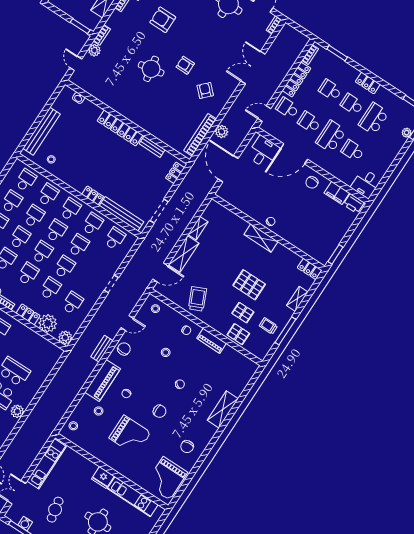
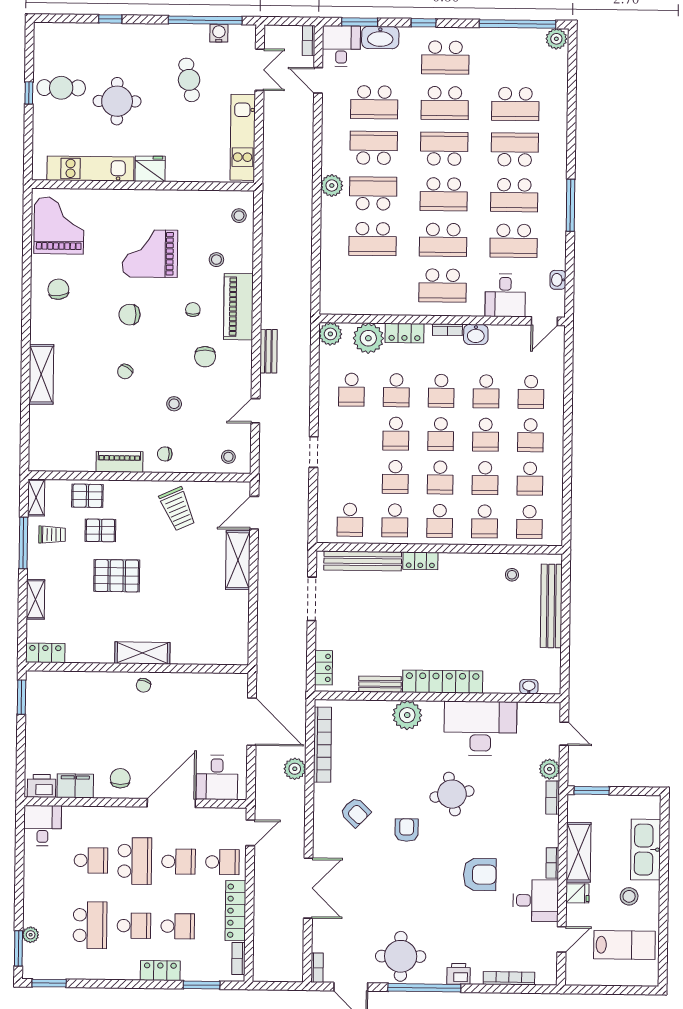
armchair: (185, 65) -> (407, 830), turned -90
locker: (368, 83) -> (160, 971), moved
desk: (116, 93) -> (480, 728), added
plant: (148, 123) -> (407, 715), added
shelving: (198, 228) -> (36, 498), moved
chair: (124, 349) -> (205, 357), moved

